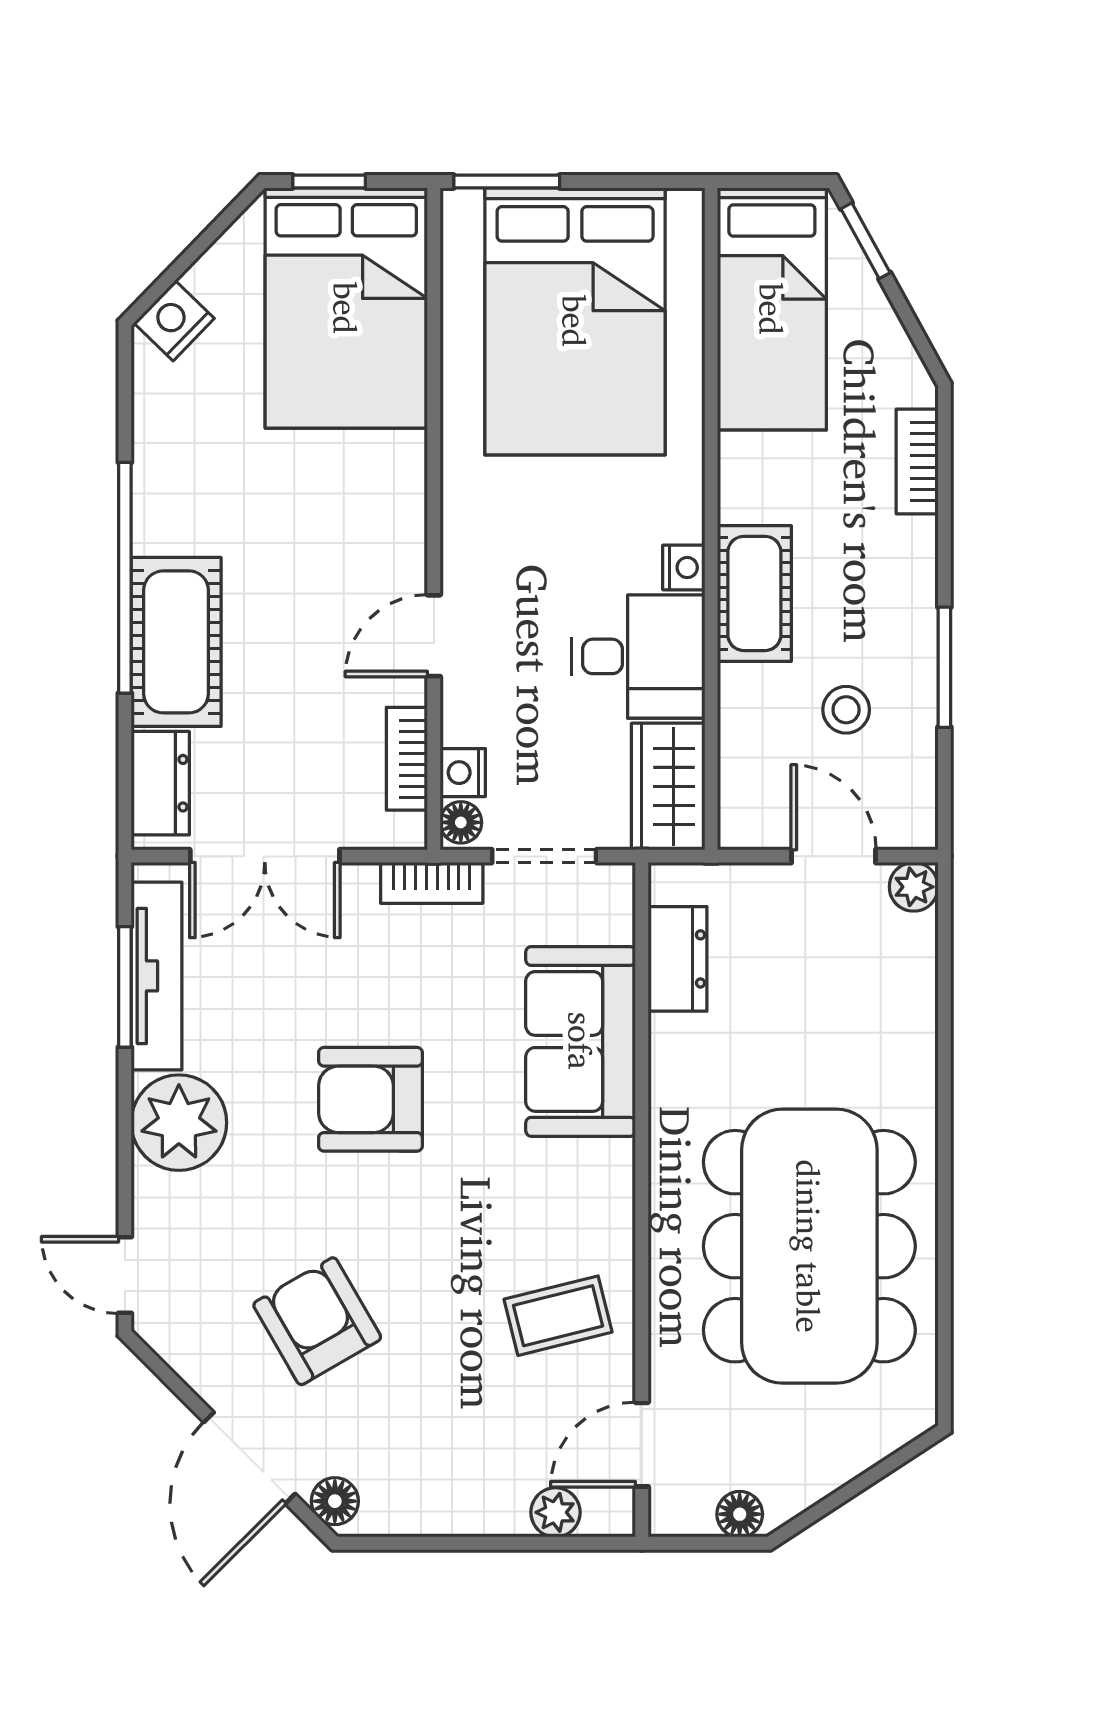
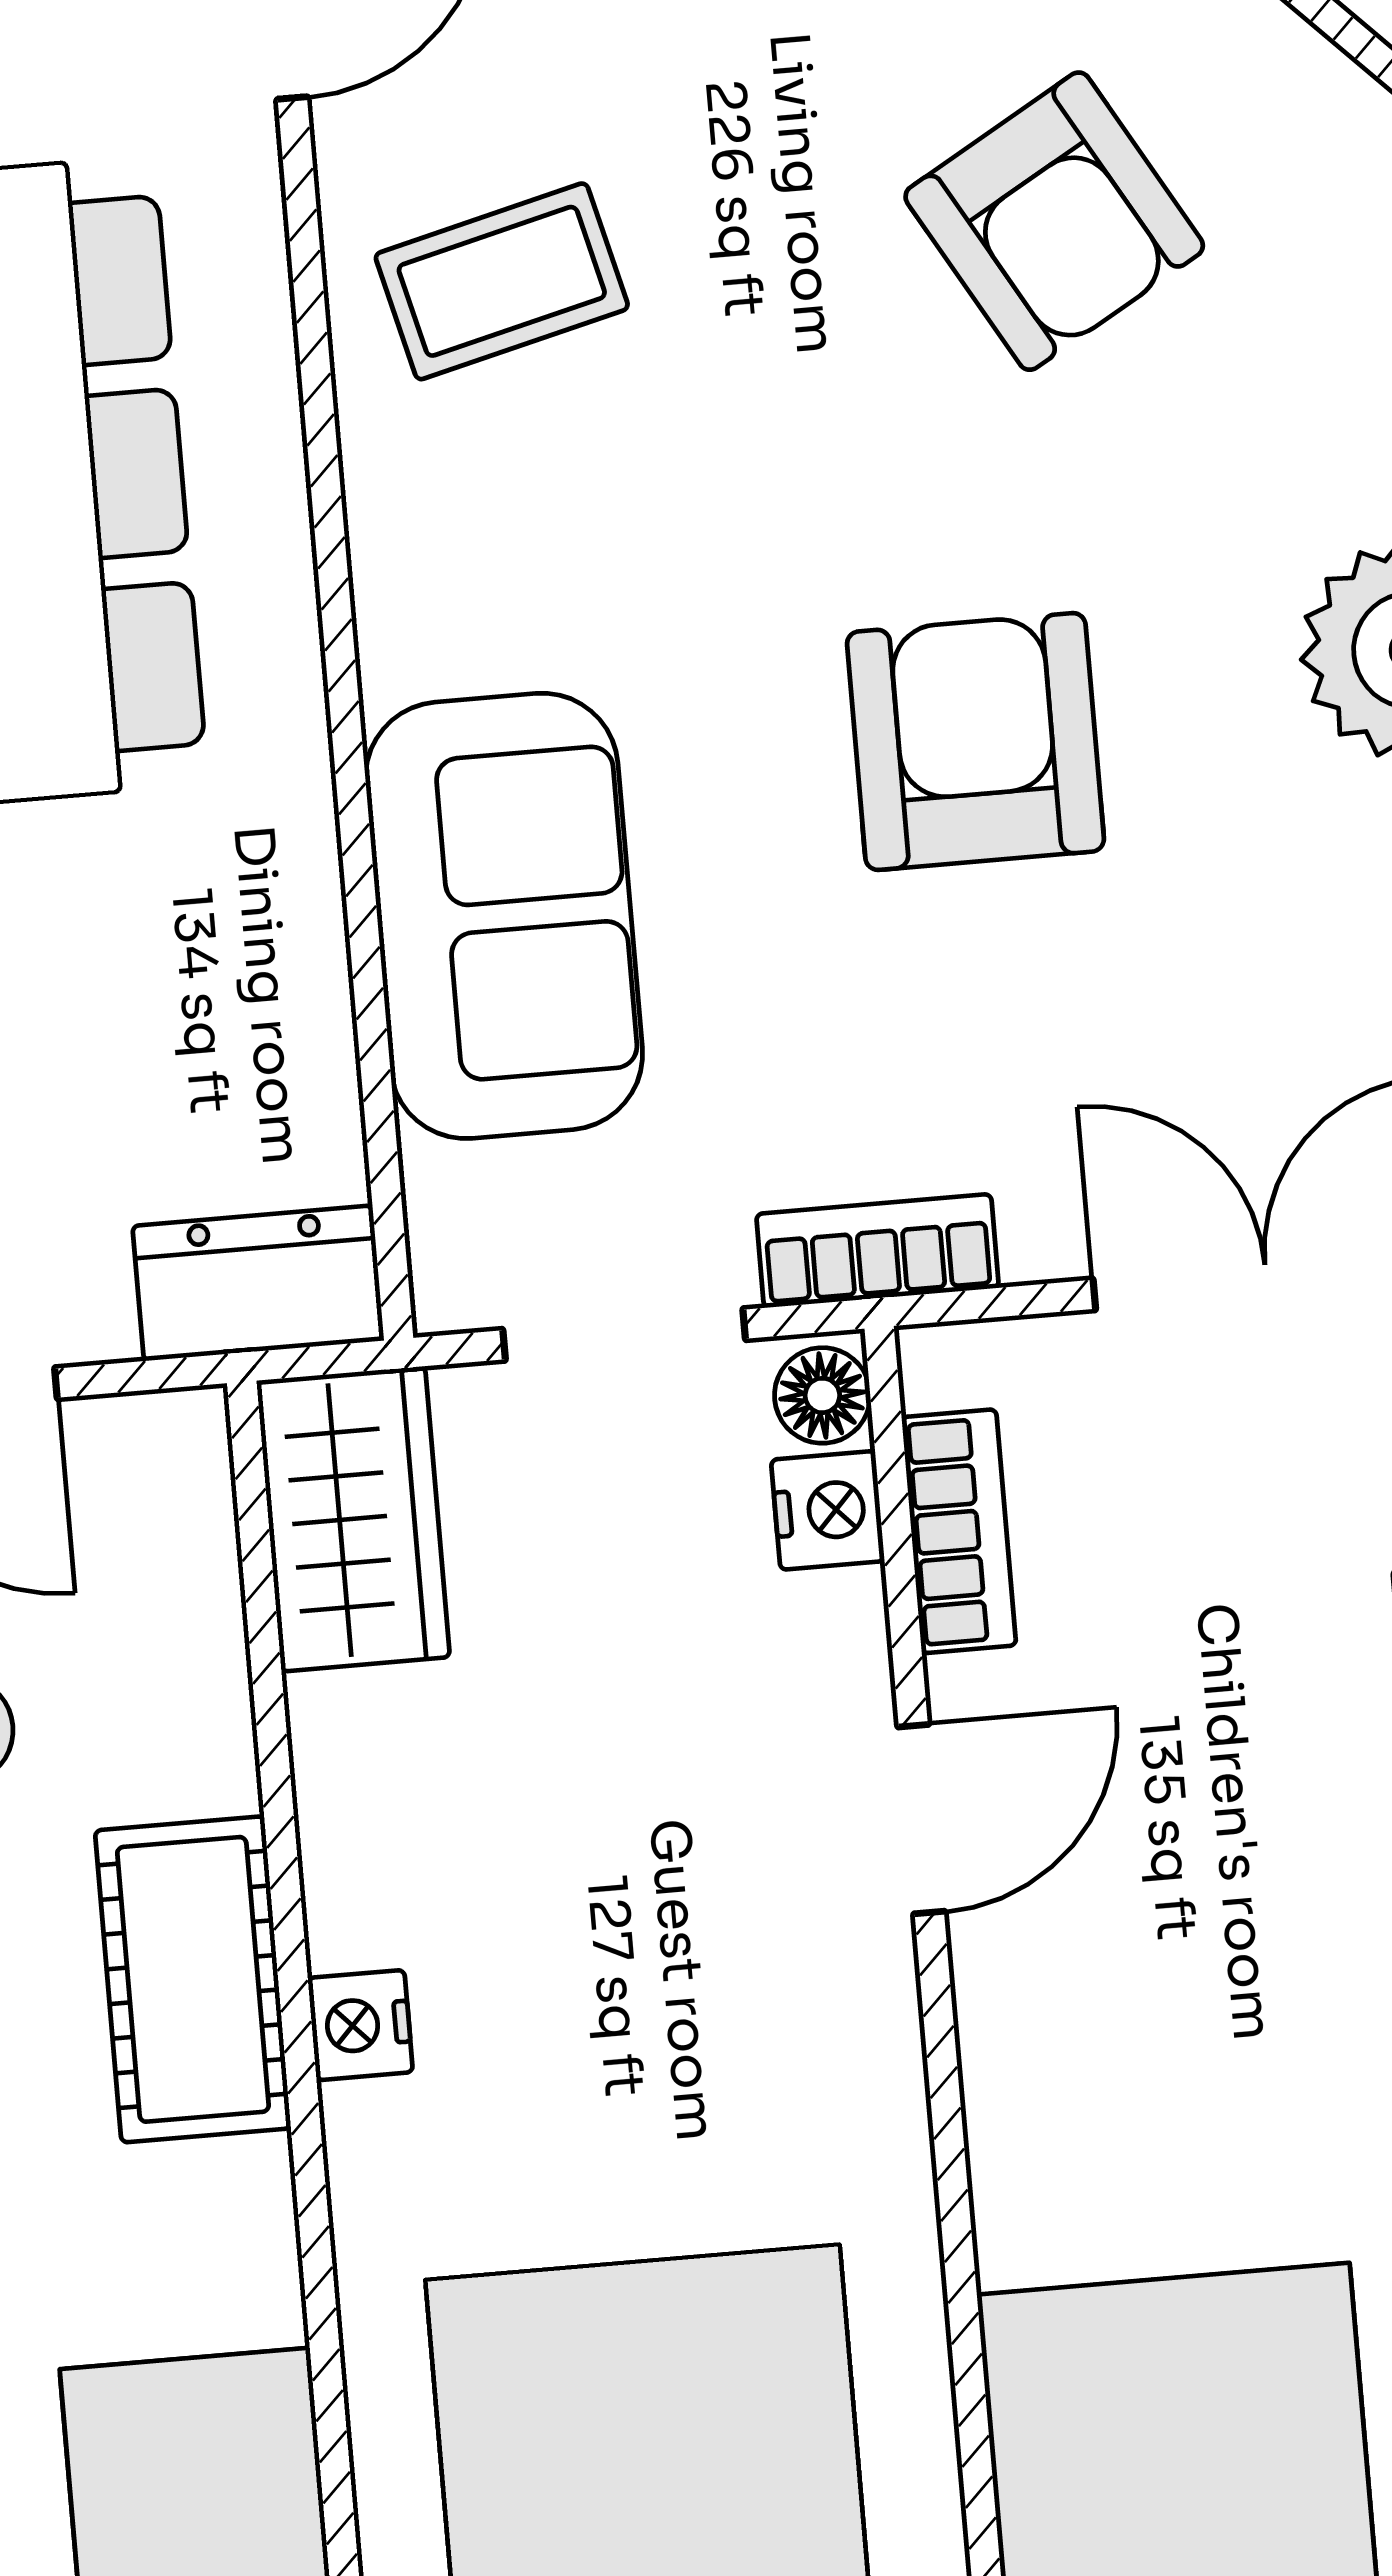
desk: (638, 656) -> (447, 1812), removed
dresser: (678, 959) -> (258, 1283), moved, turned 90
armchair: (370, 1099) -> (975, 741), turned -90

